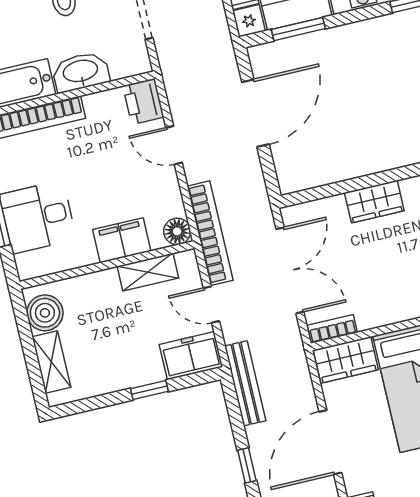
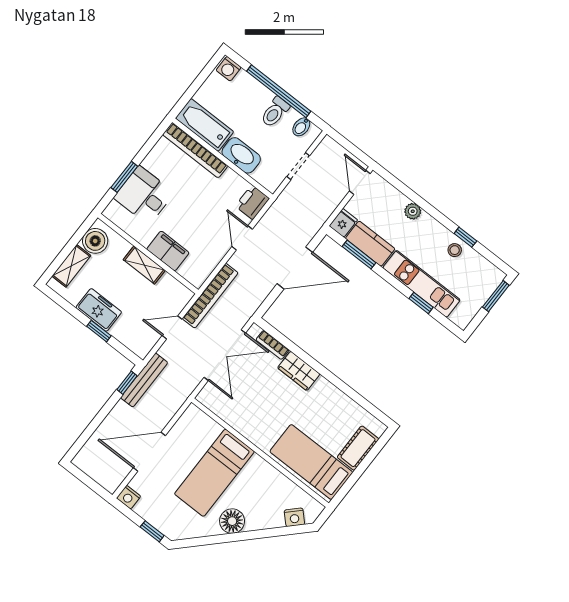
floor lamp: (177, 231) -> (197, 277), removed
shelving: (148, 272) -> (144, 265), moved
door: (211, 305) -> (172, 327), hinge flipped
bookcase: (332, 329) -> (272, 345), moved, turned 180
freezer: (191, 356) -> (99, 310), moved
wardrobe: (346, 360) -> (201, 424), removed
window: (247, 465) -> (127, 383), moved

